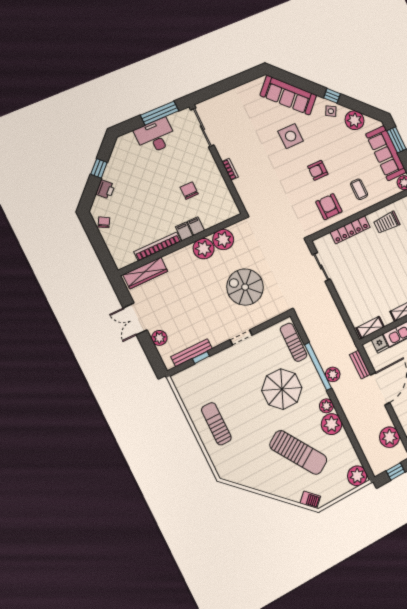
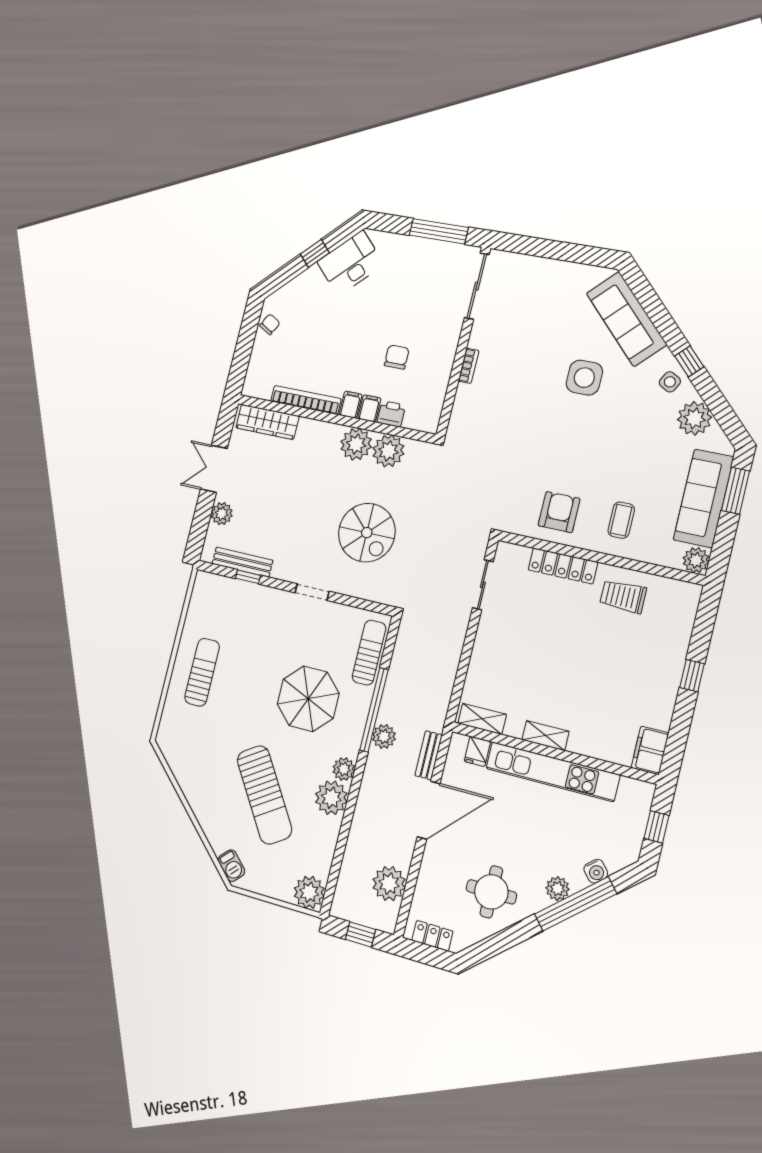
desk: (155, 136) -> (350, 263), moved, turned -45
armchair: (318, 170) -> (584, 451), removed
printer: (105, 189) -> (391, 414), moved, turned -135
spiral stairs: (245, 287) -> (367, 533), turned 180

